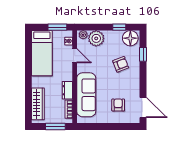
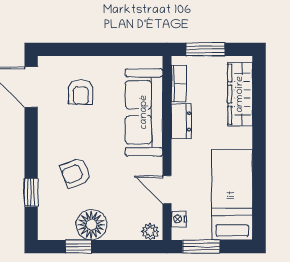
plant: (96, 38) -> (124, 224), removed
floor lamp: (130, 38) -> (91, 225), moved

